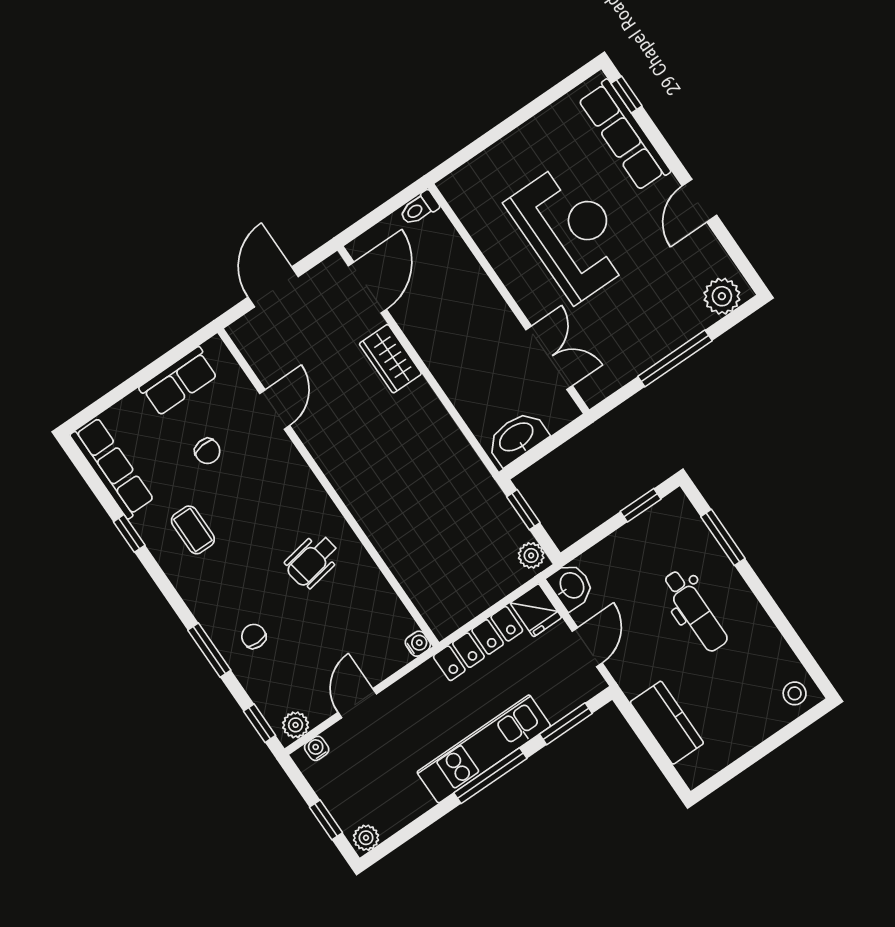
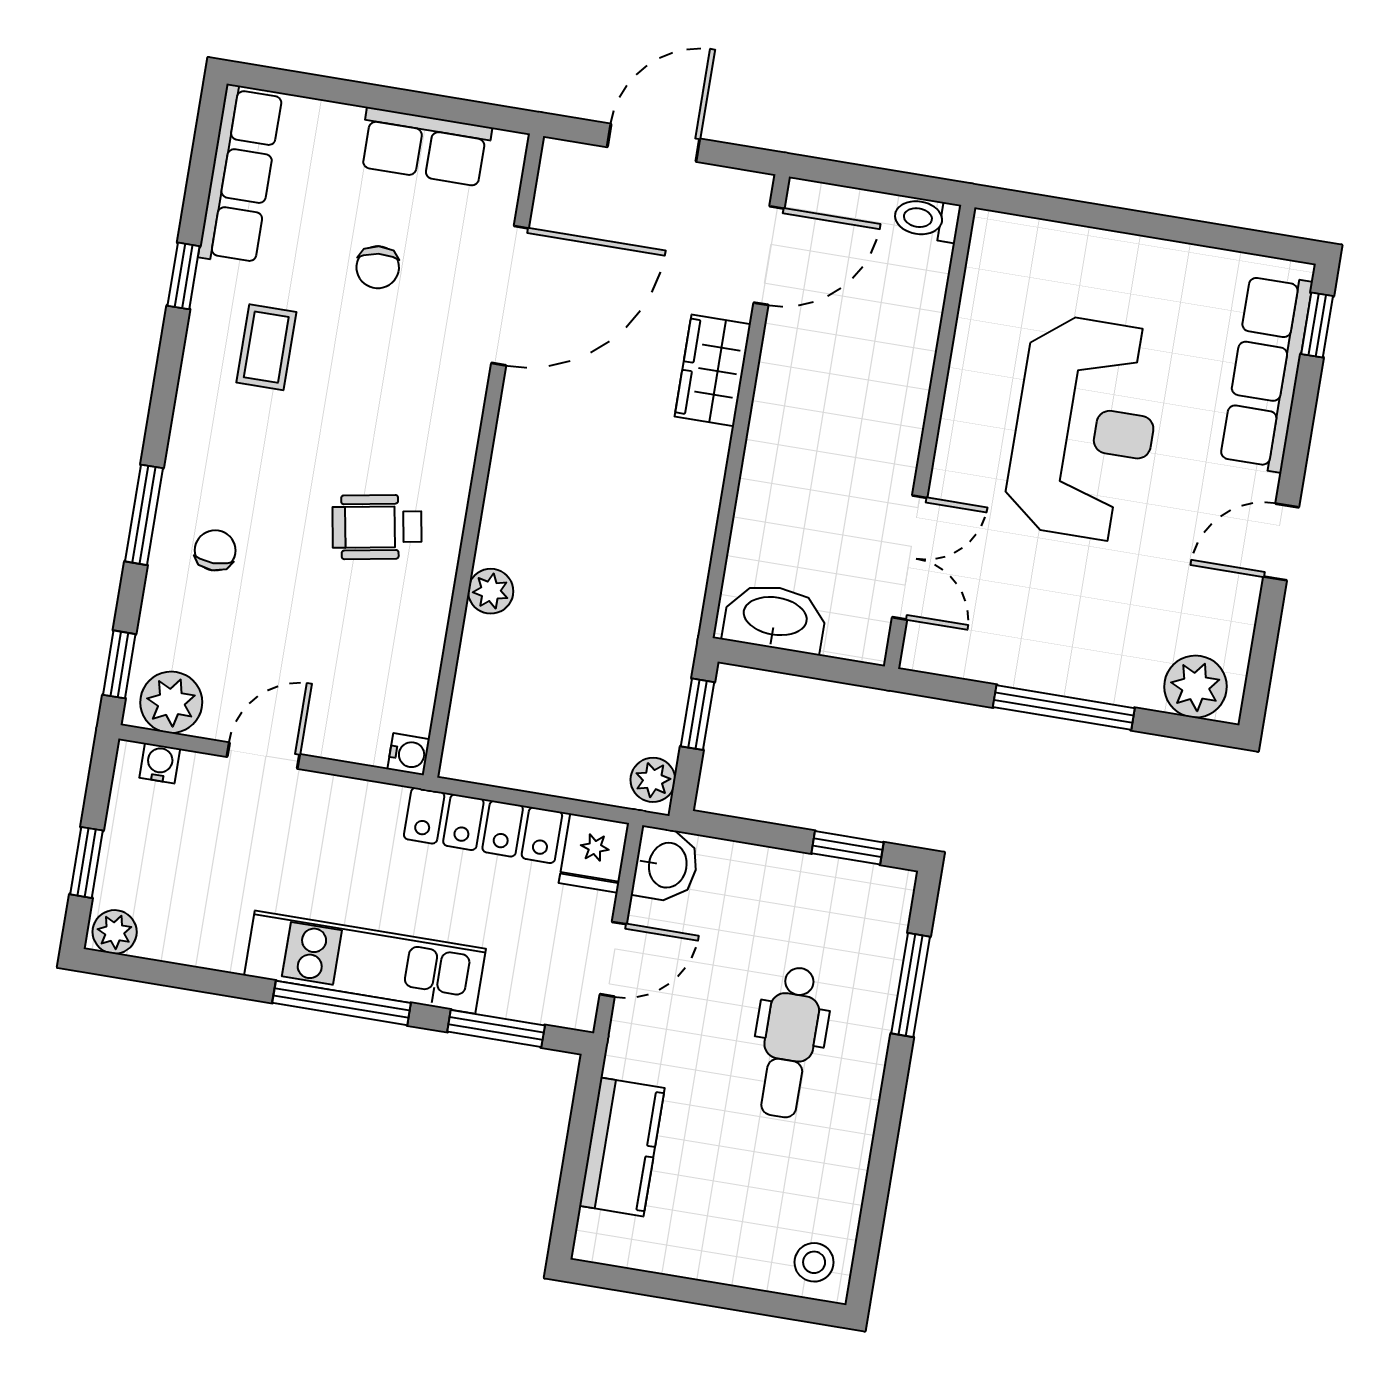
door: (275, 409) -> (510, 296), width x1.87
plant: (386, 542) -> (491, 591), added
plant: (296, 725) -> (171, 702), width x1.38, depth x1.38

